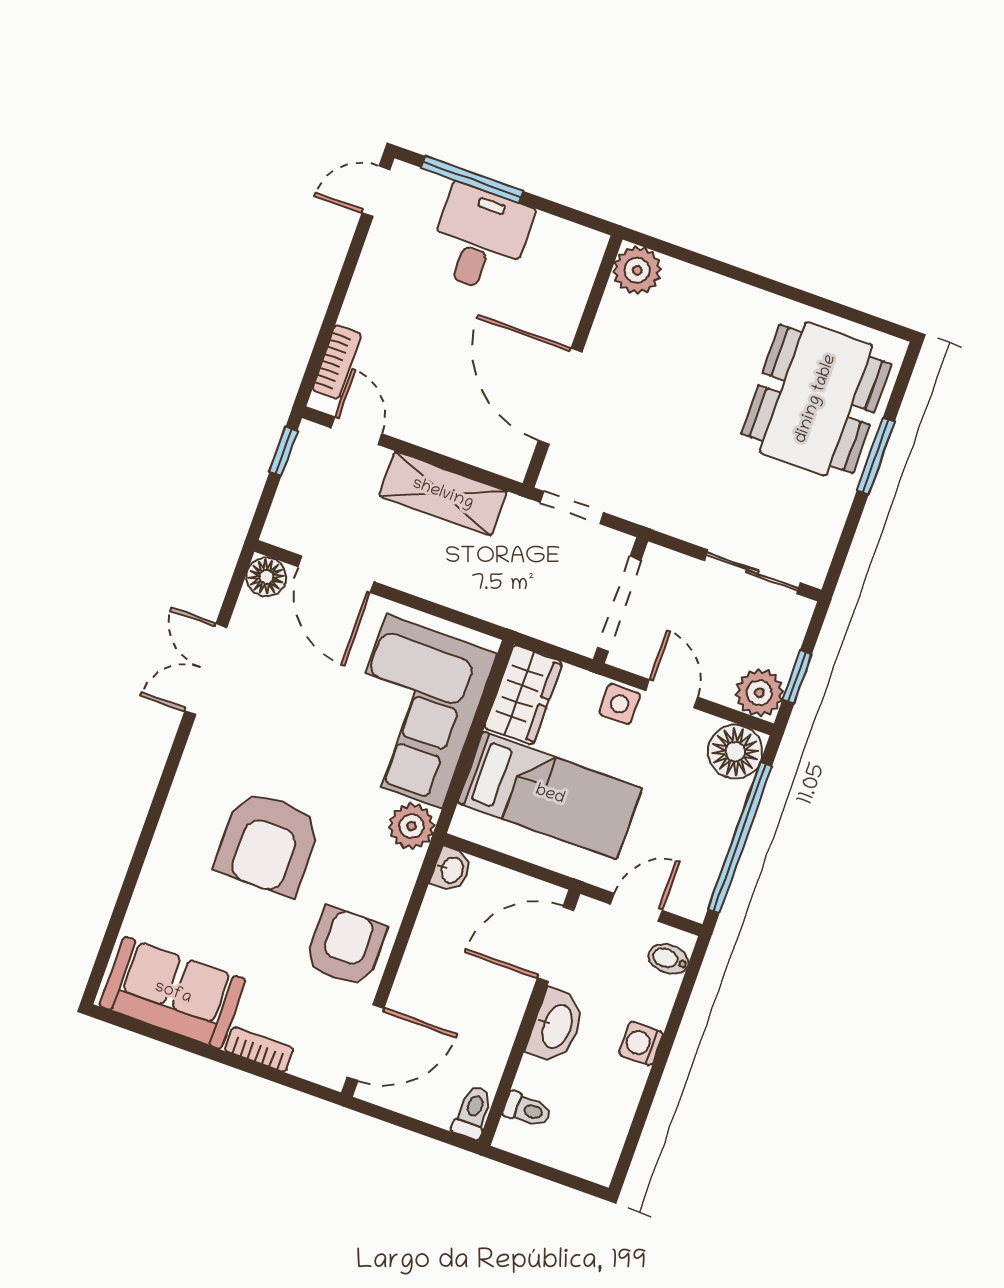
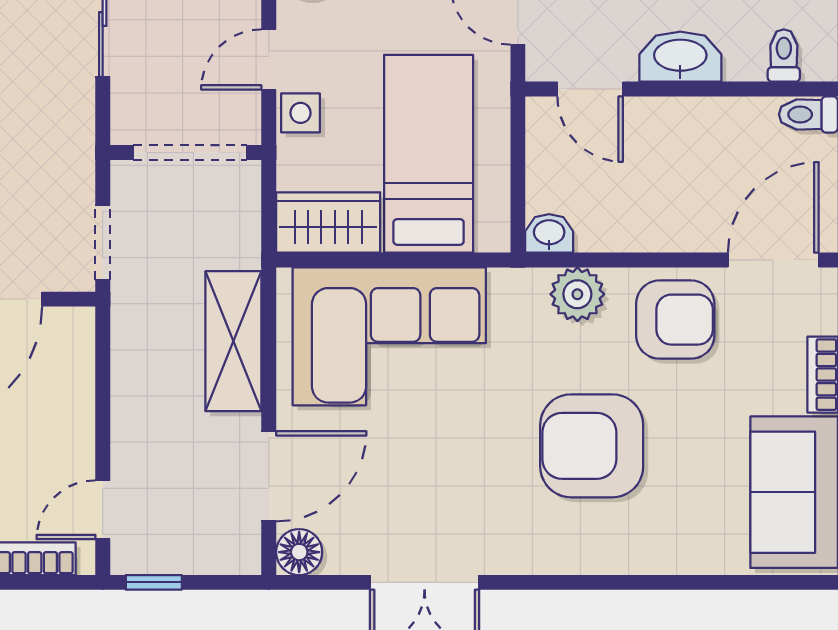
shelving: (443, 494) -> (233, 341), moved
plant: (412, 826) -> (577, 294), moved
armchair: (268, 843) -> (592, 446), turned 180
door: (556, 944) -> (590, 89), width x0.73
armchair: (346, 947) -> (675, 320), turned 180
door: (365, 1043) -> (773, 260), hinge flipped

